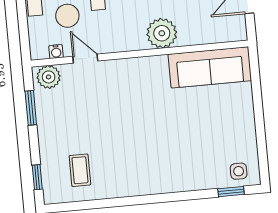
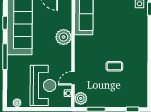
coffee table: (80, 170) -> (114, 66), moved

